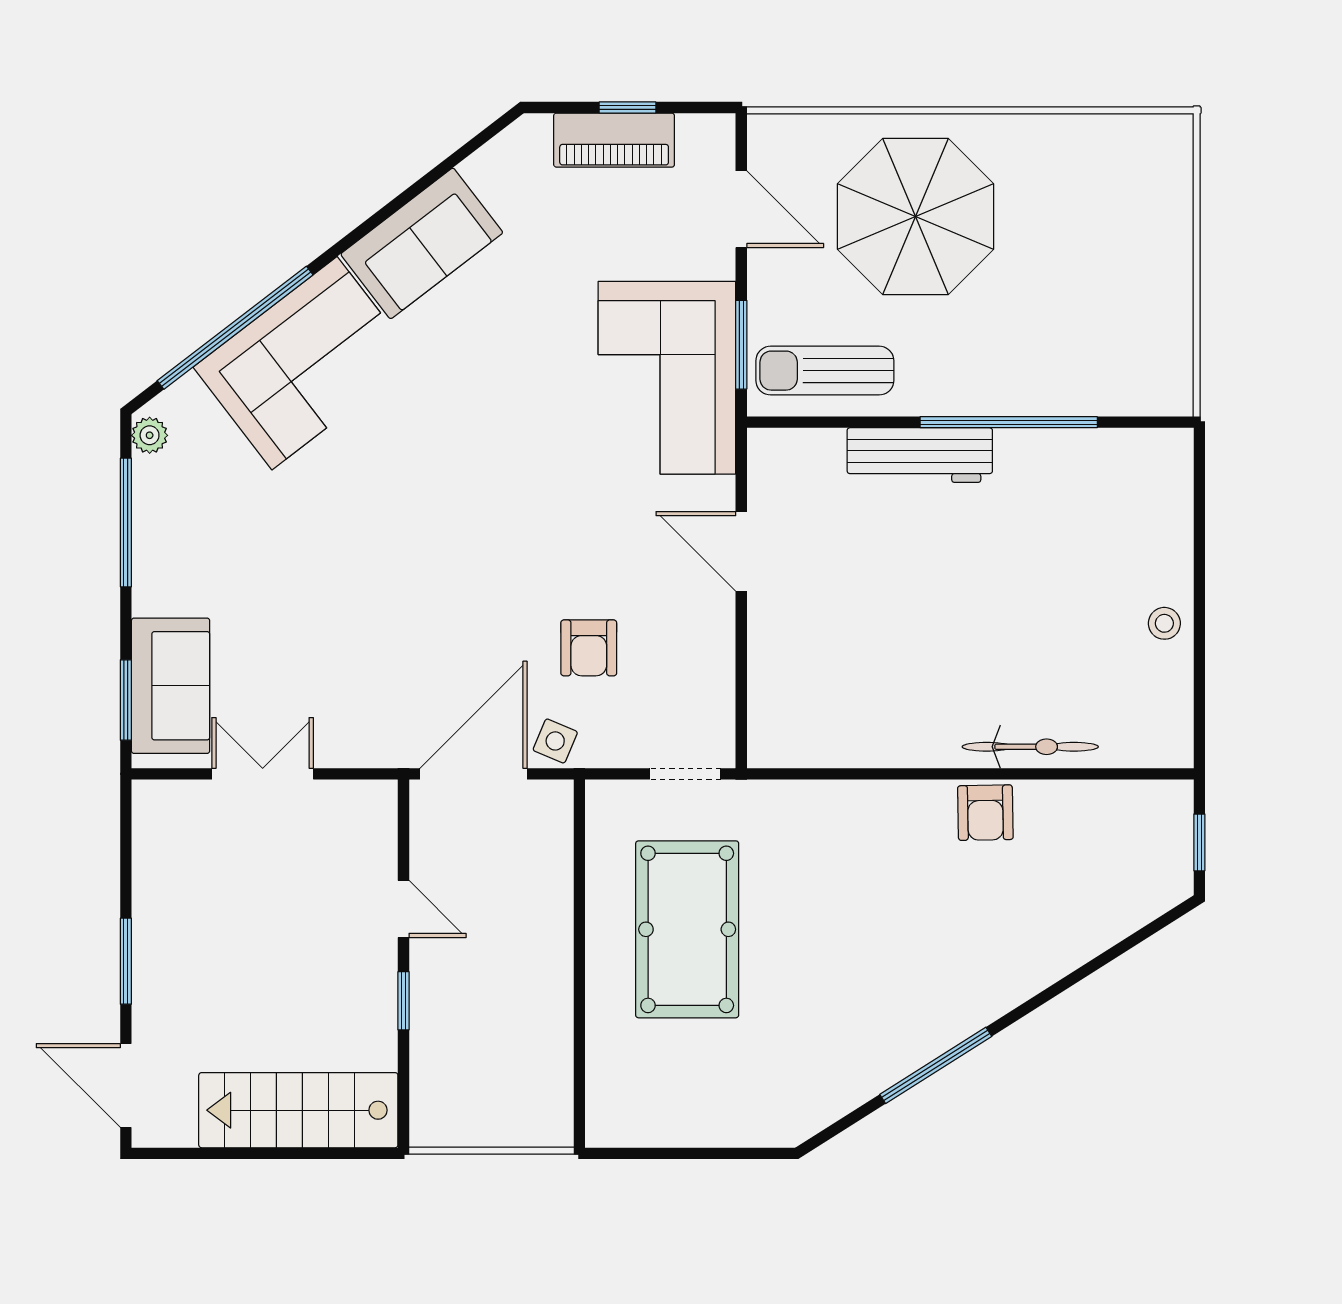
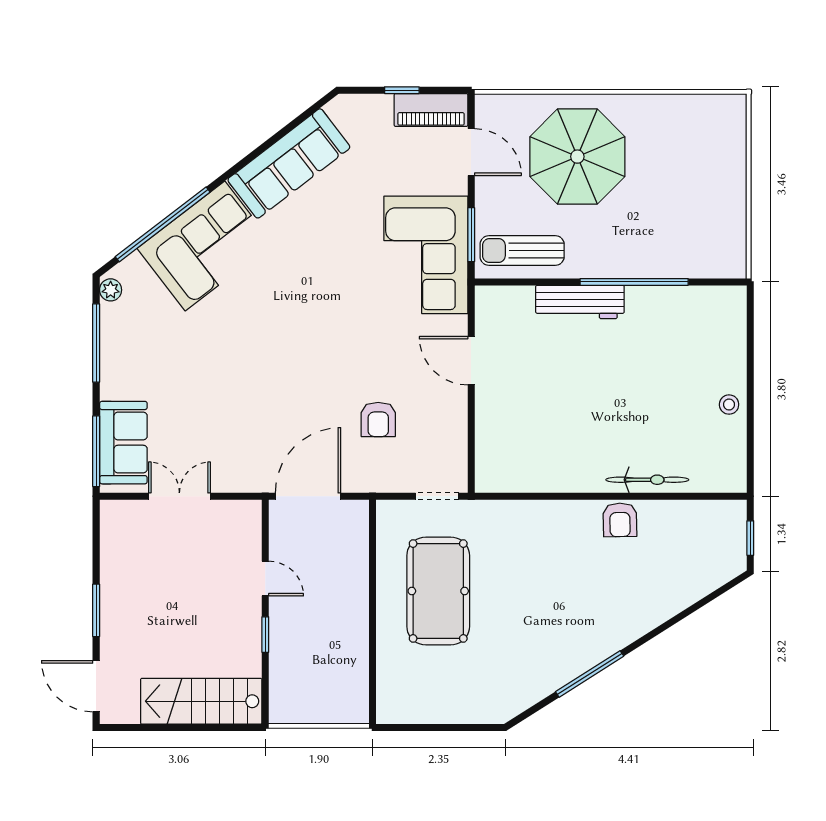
piano: (614, 140) -> (431, 110), moved
sofa: (422, 243) -> (289, 163), width x1.36
window: (126, 700) -> (96, 451), width x1.44
side table: (555, 741) -> (358, 476), removed

